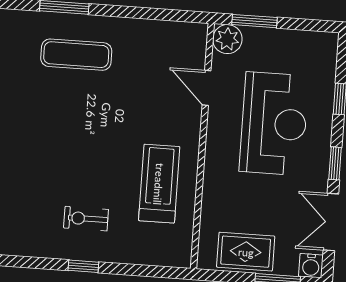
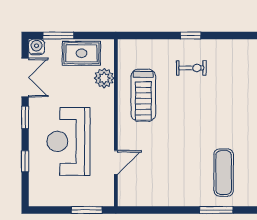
plant: (227, 39) -> (104, 78), moved
exercise mat: (76, 55) -> (224, 173), moved, turned 90
door: (207, 88) -> (116, 162), hinge flipped

